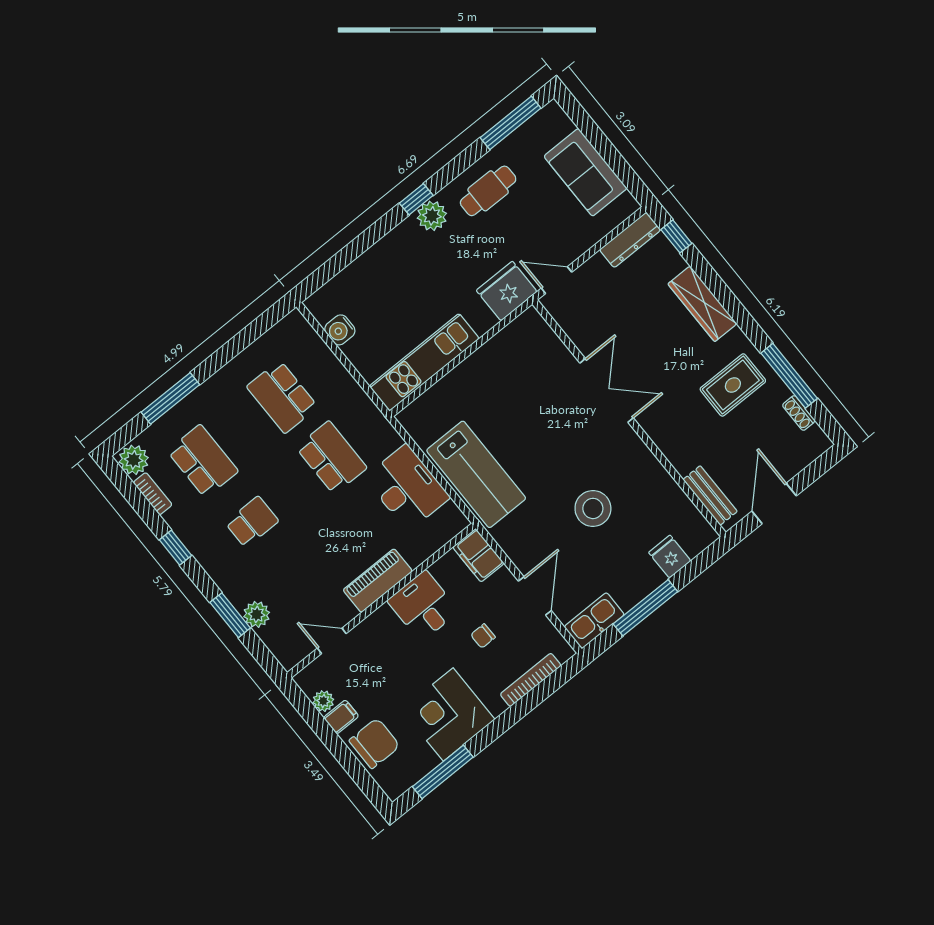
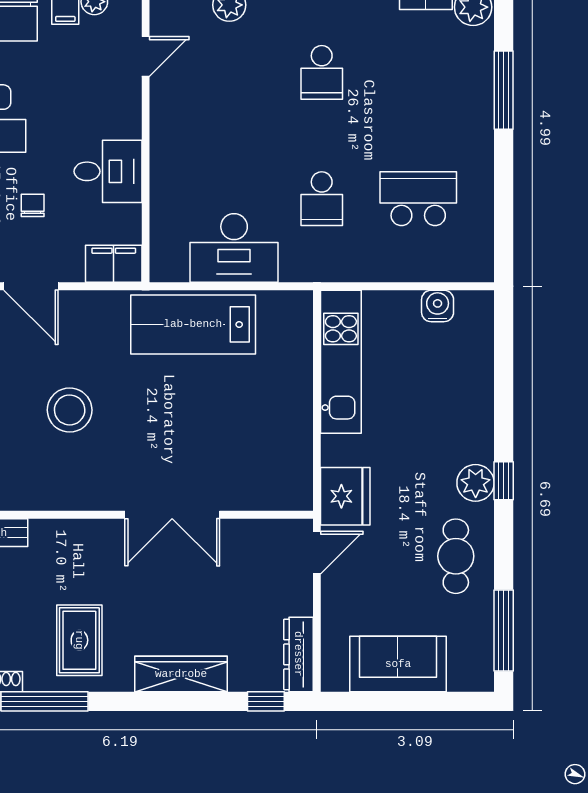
school desk: (331, 458) -> (322, 199), width x0.54
school desk: (203, 461) -> (418, 72), removed
piano: (378, 581) -> (168, 148), removed

